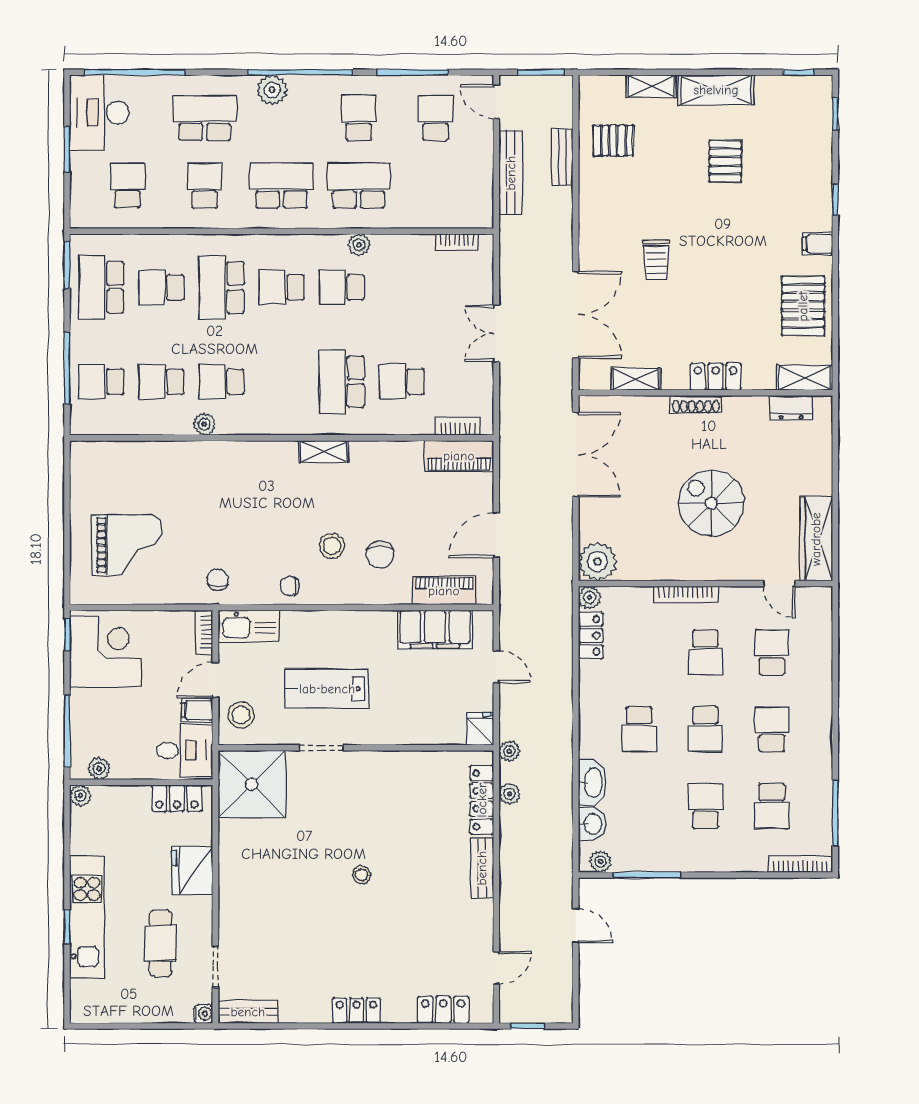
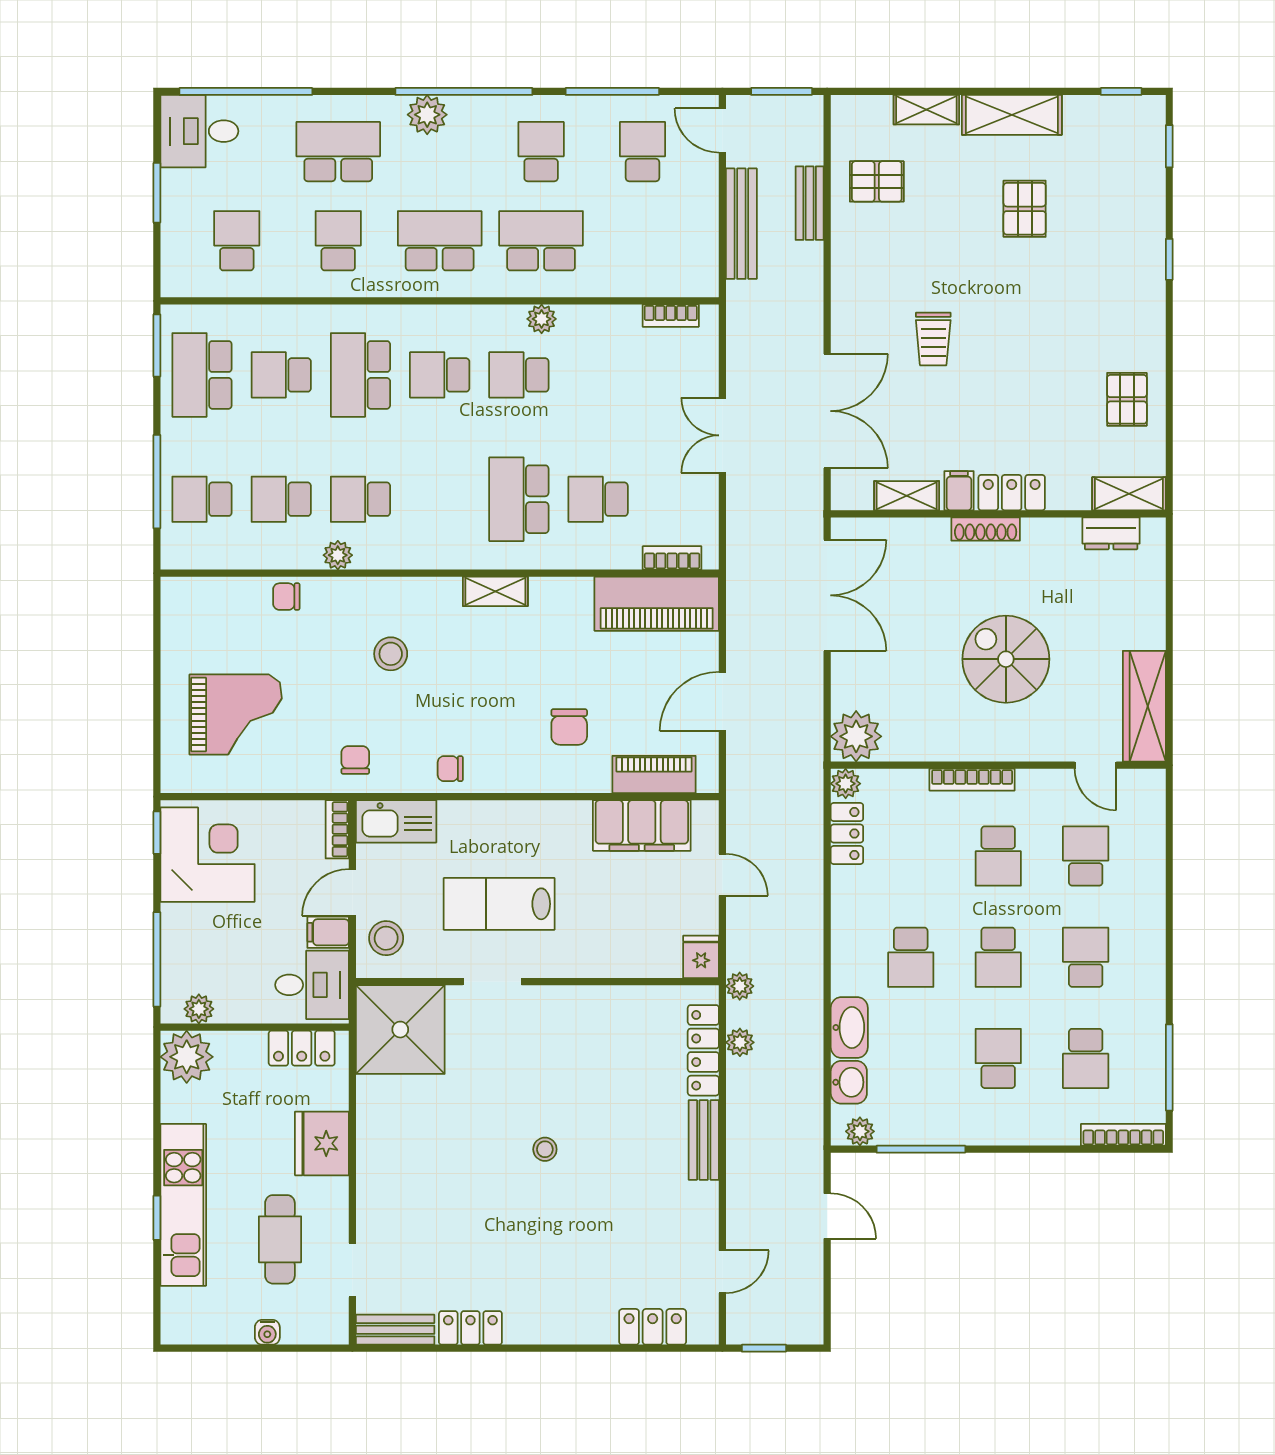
desk: (99, 113) -> (199, 131), width x0.73
filing cabinet: (818, 244) -> (959, 491), moved, turned 90
pallet: (803, 306) -> (1127, 399), width x0.67, depth x0.71
chair: (165, 456) -> (286, 597), added
piano: (459, 456) -> (657, 604), width x1.37, depth x1.33
stool: (332, 546) -> (391, 654), moved
plant: (80, 796) -> (187, 1057), width x1.87, depth x1.87
locker: (356, 1011) -> (470, 1328), moved
water cooler: (203, 1014) -> (267, 1332), moved, turned 90

